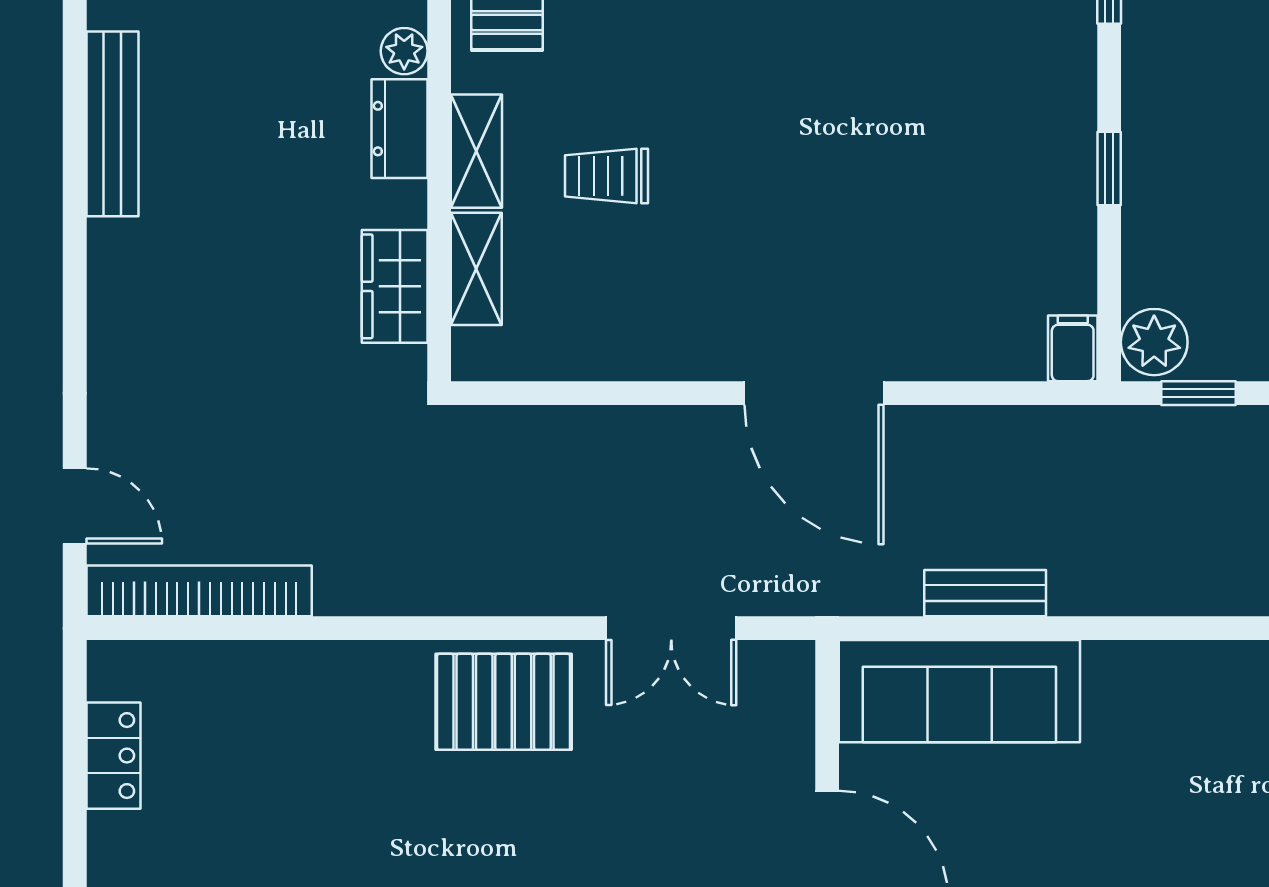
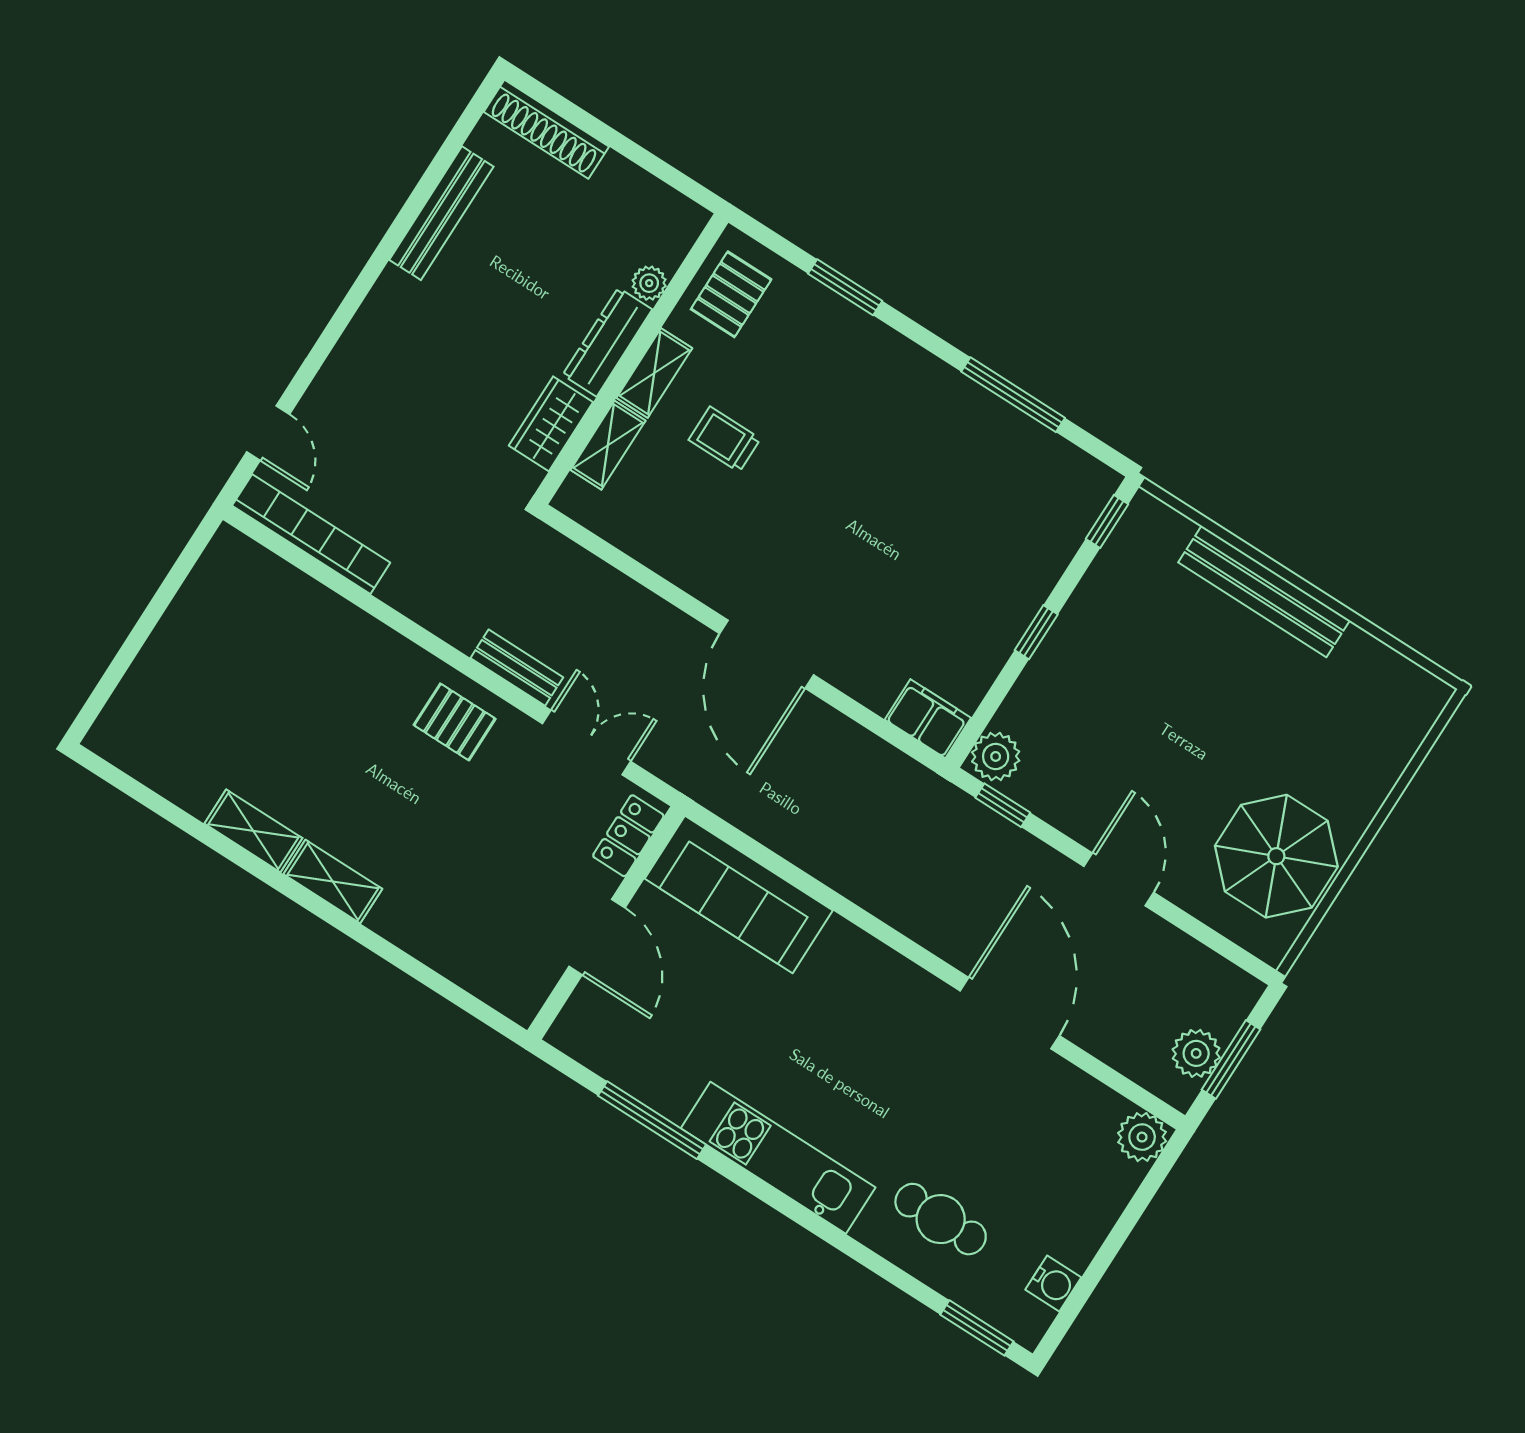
dresser: (400, 129) -> (607, 342), width x1.44
filing cabinet: (1073, 348) -> (928, 719), width x2.00
bench: (985, 593) -> (517, 668), moved
double door: (671, 628) -> (587, 743), swing flipped
pallet: (504, 702) -> (455, 722), width x0.67, depth x0.71
locker: (113, 756) -> (628, 836), moved, turned 180

